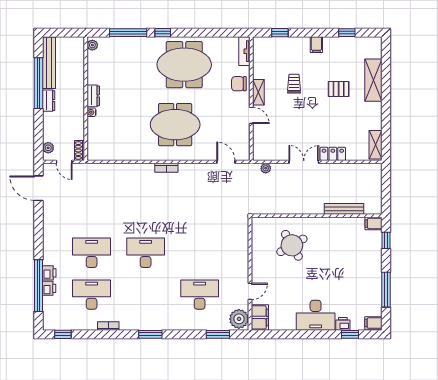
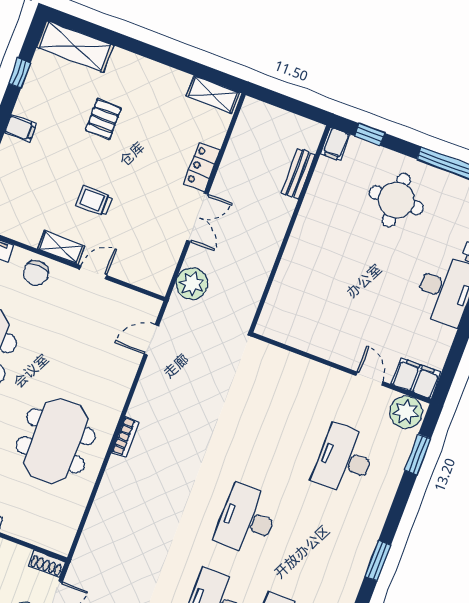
shelving: (373, 80) -> (75, 46), moved
trolley: (294, 84) -> (94, 201), moved
meeting table: (175, 125) -> (56, 441), moved
double door: (304, 162) -> (197, 217), swing flipped
plant: (266, 168) -> (192, 284), width x1.87, depth x1.87
bench: (344, 209) -> (298, 174), width x0.73
round table: (292, 245) -> (396, 200), moved, turned 30

